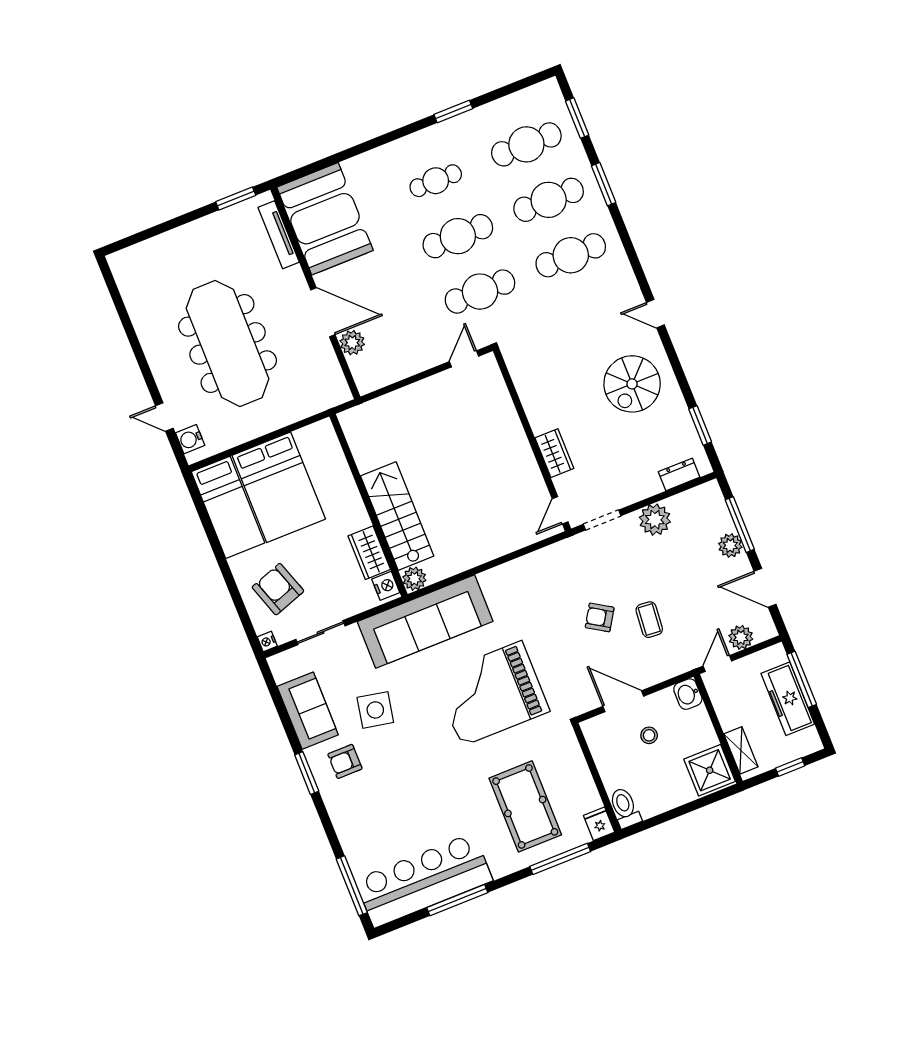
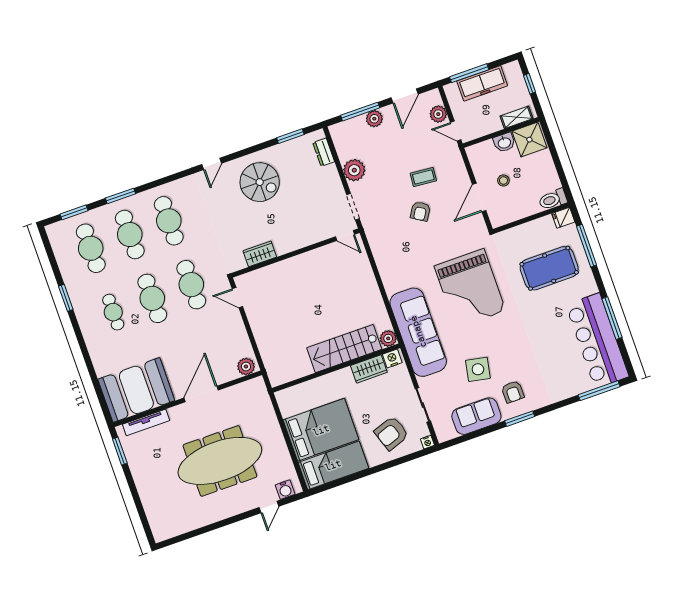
plant: (352, 343) -> (246, 367), moved
wardrobe: (554, 453) -> (260, 254), moved
washbasin: (688, 694) -> (504, 142), moved

